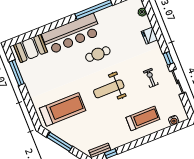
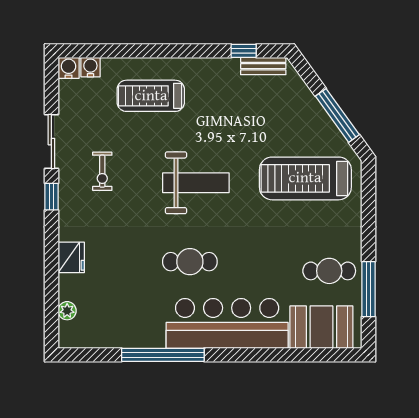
cafe table: (37, 74) -> (329, 271), added
water cooler: (183, 116) -> (69, 68), added

